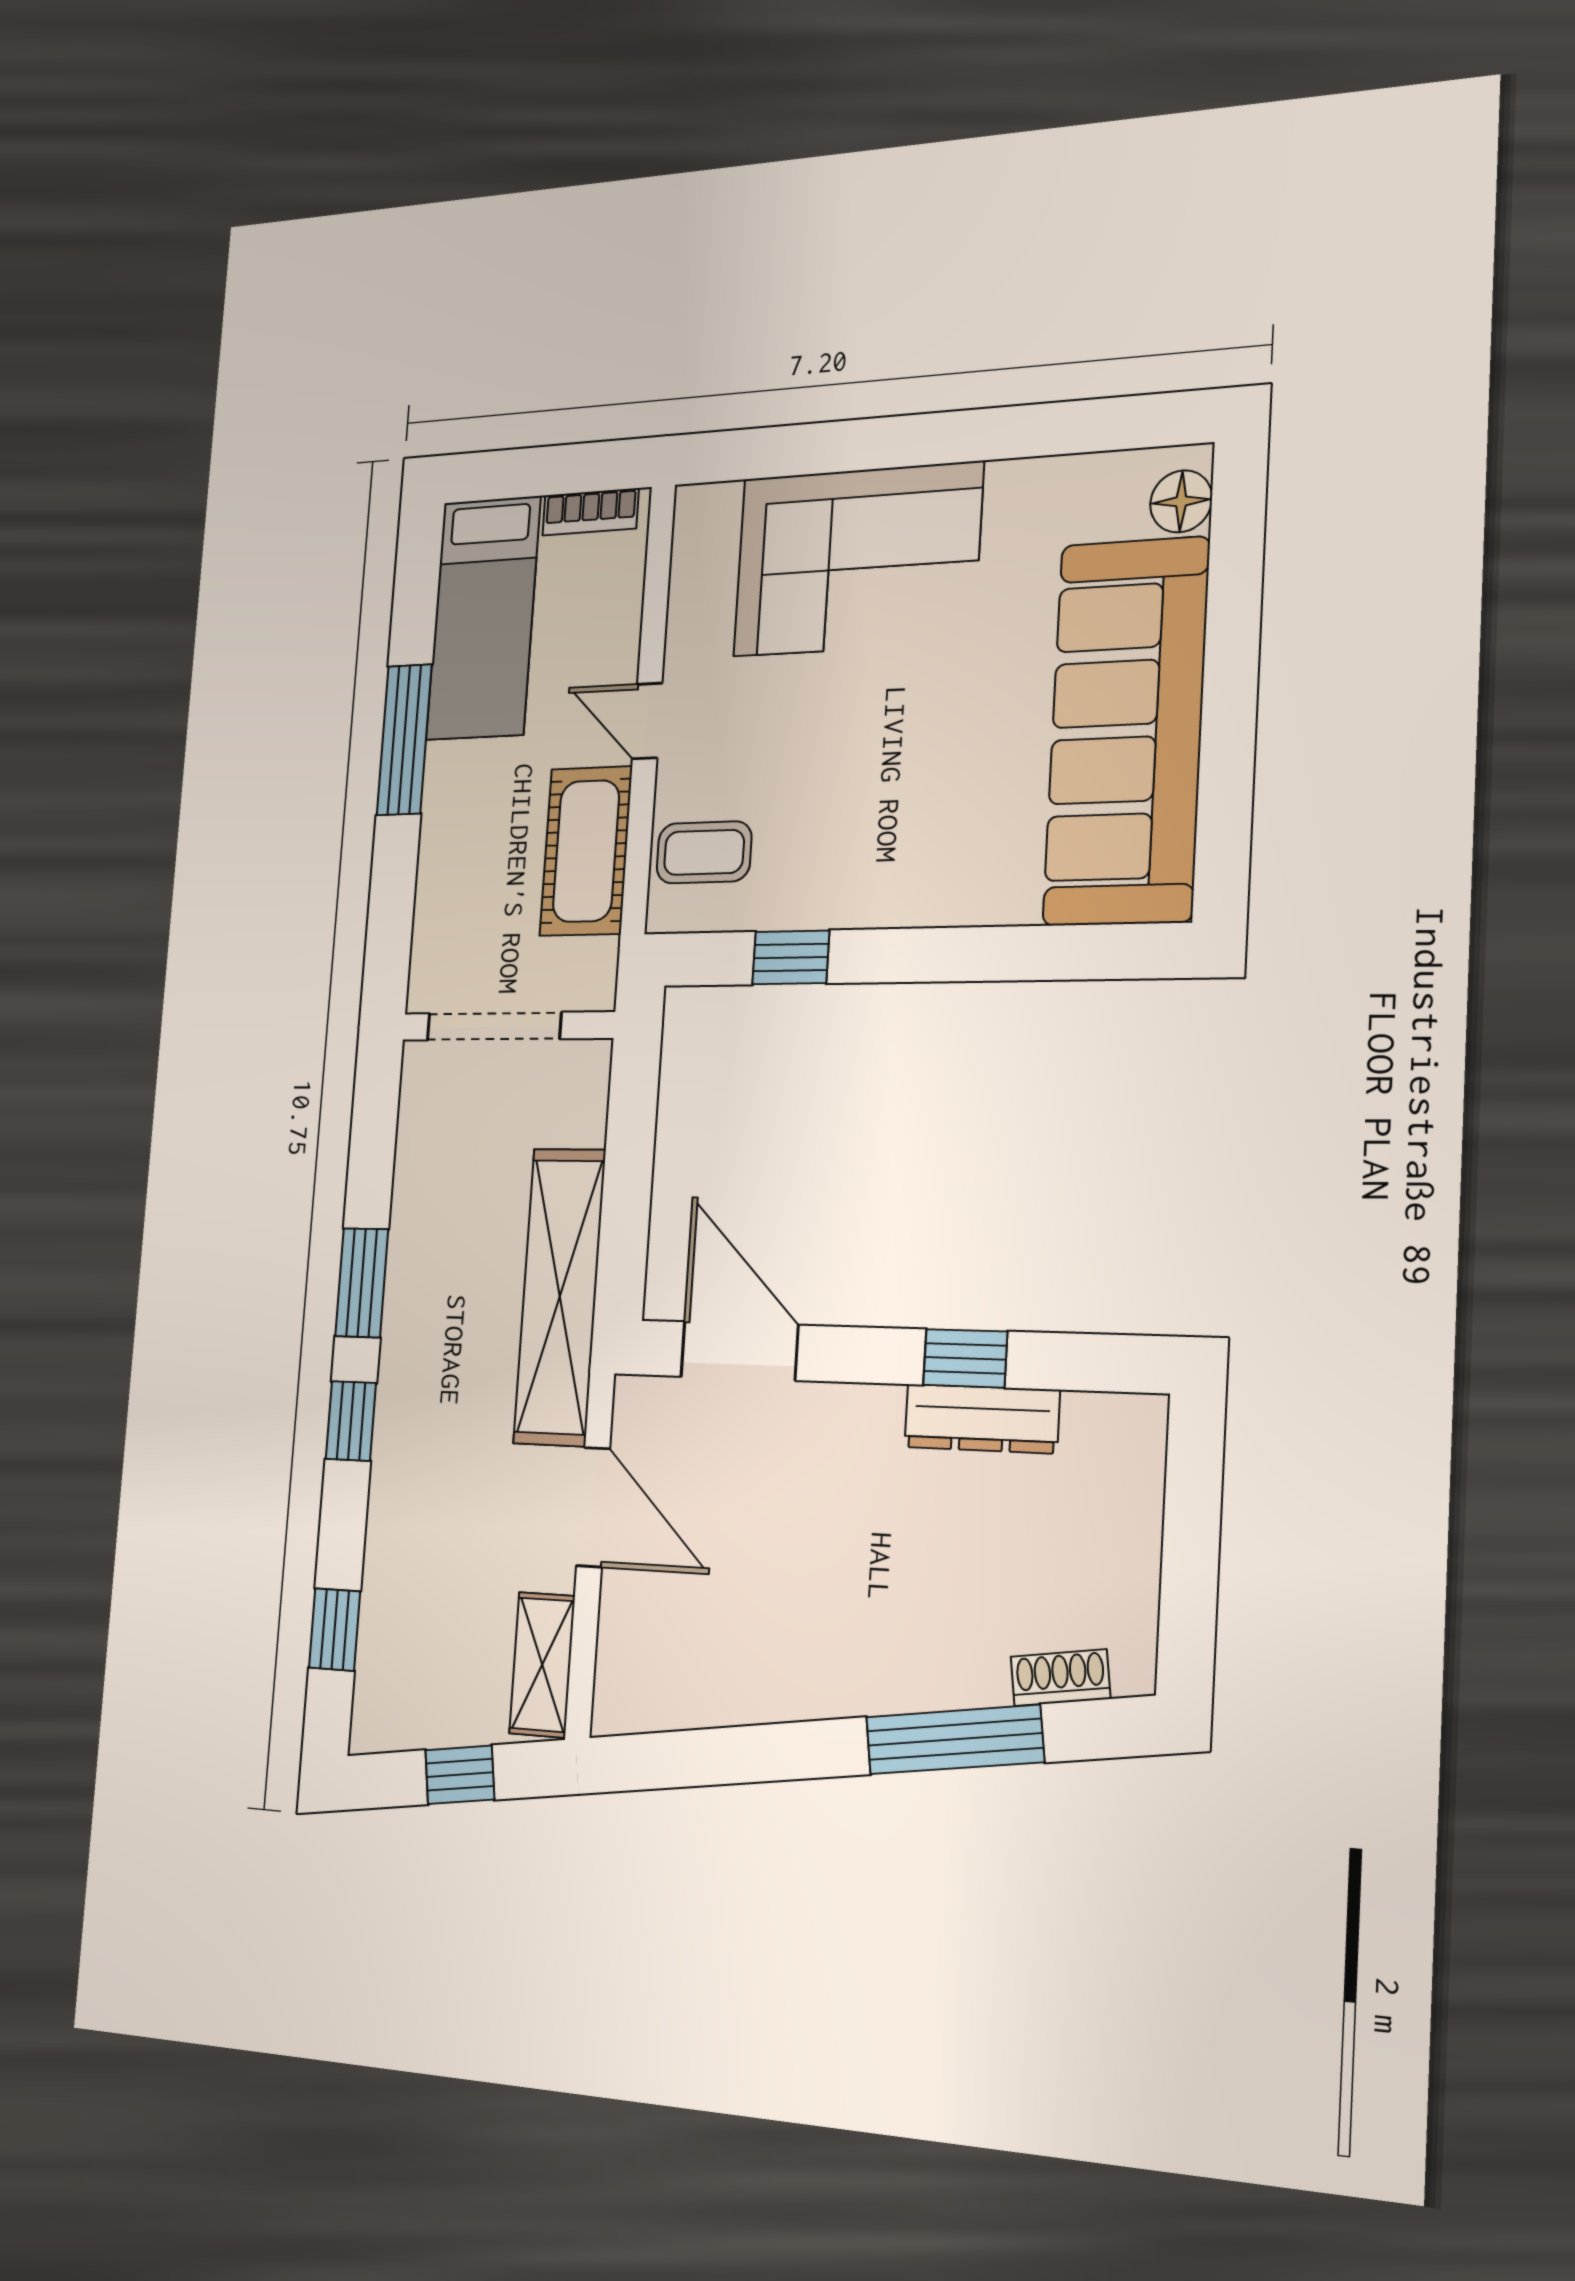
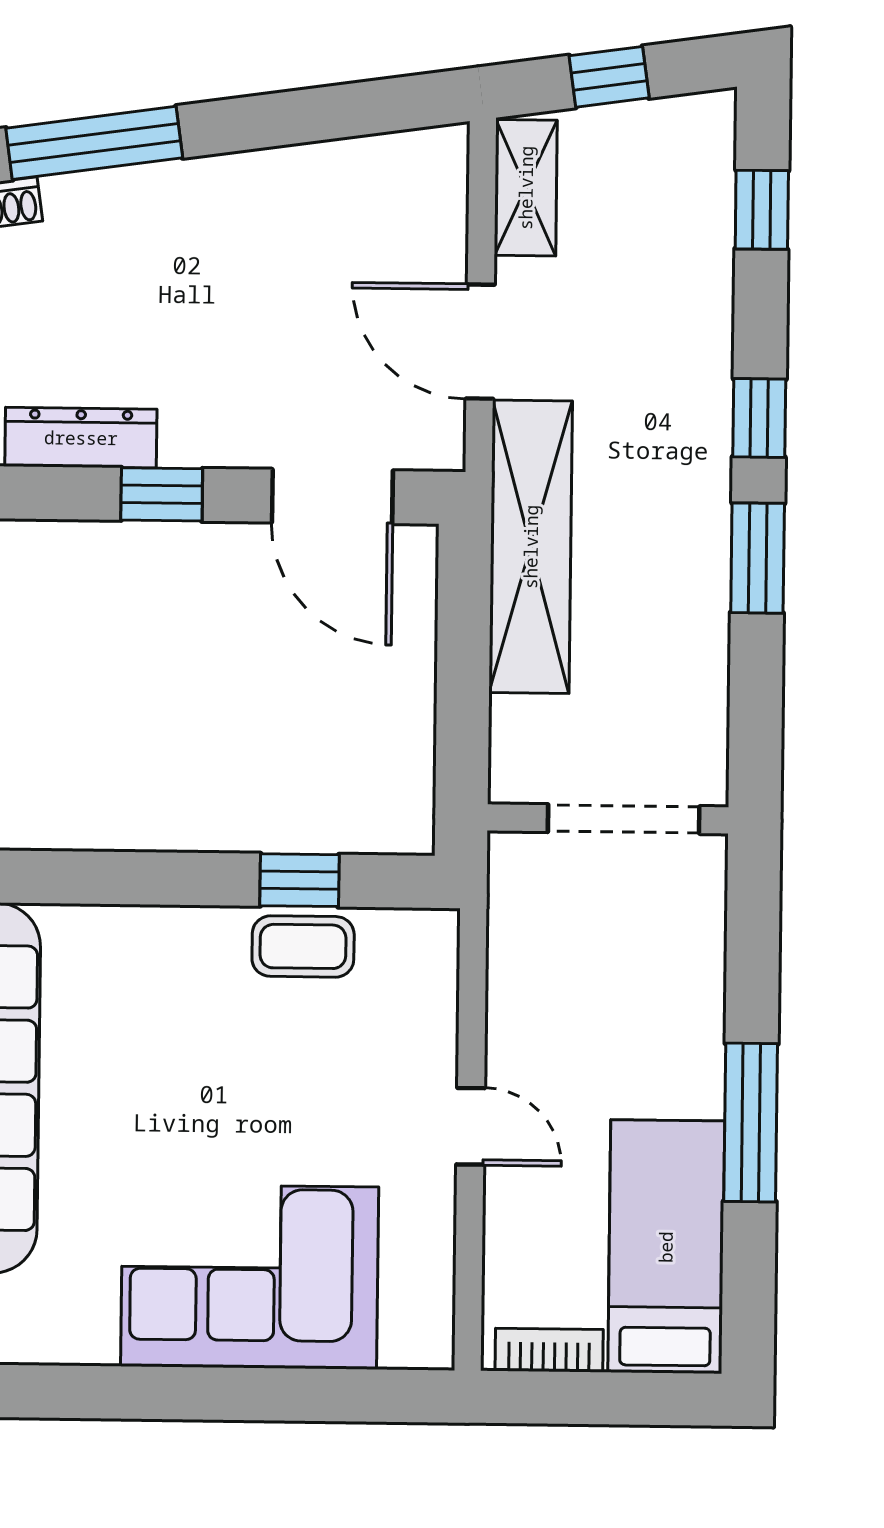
cot: (586, 851) -> (531, 996), removed
coffee table: (704, 852) -> (303, 946), moved
window: (965, 1358) -> (162, 494), moved

